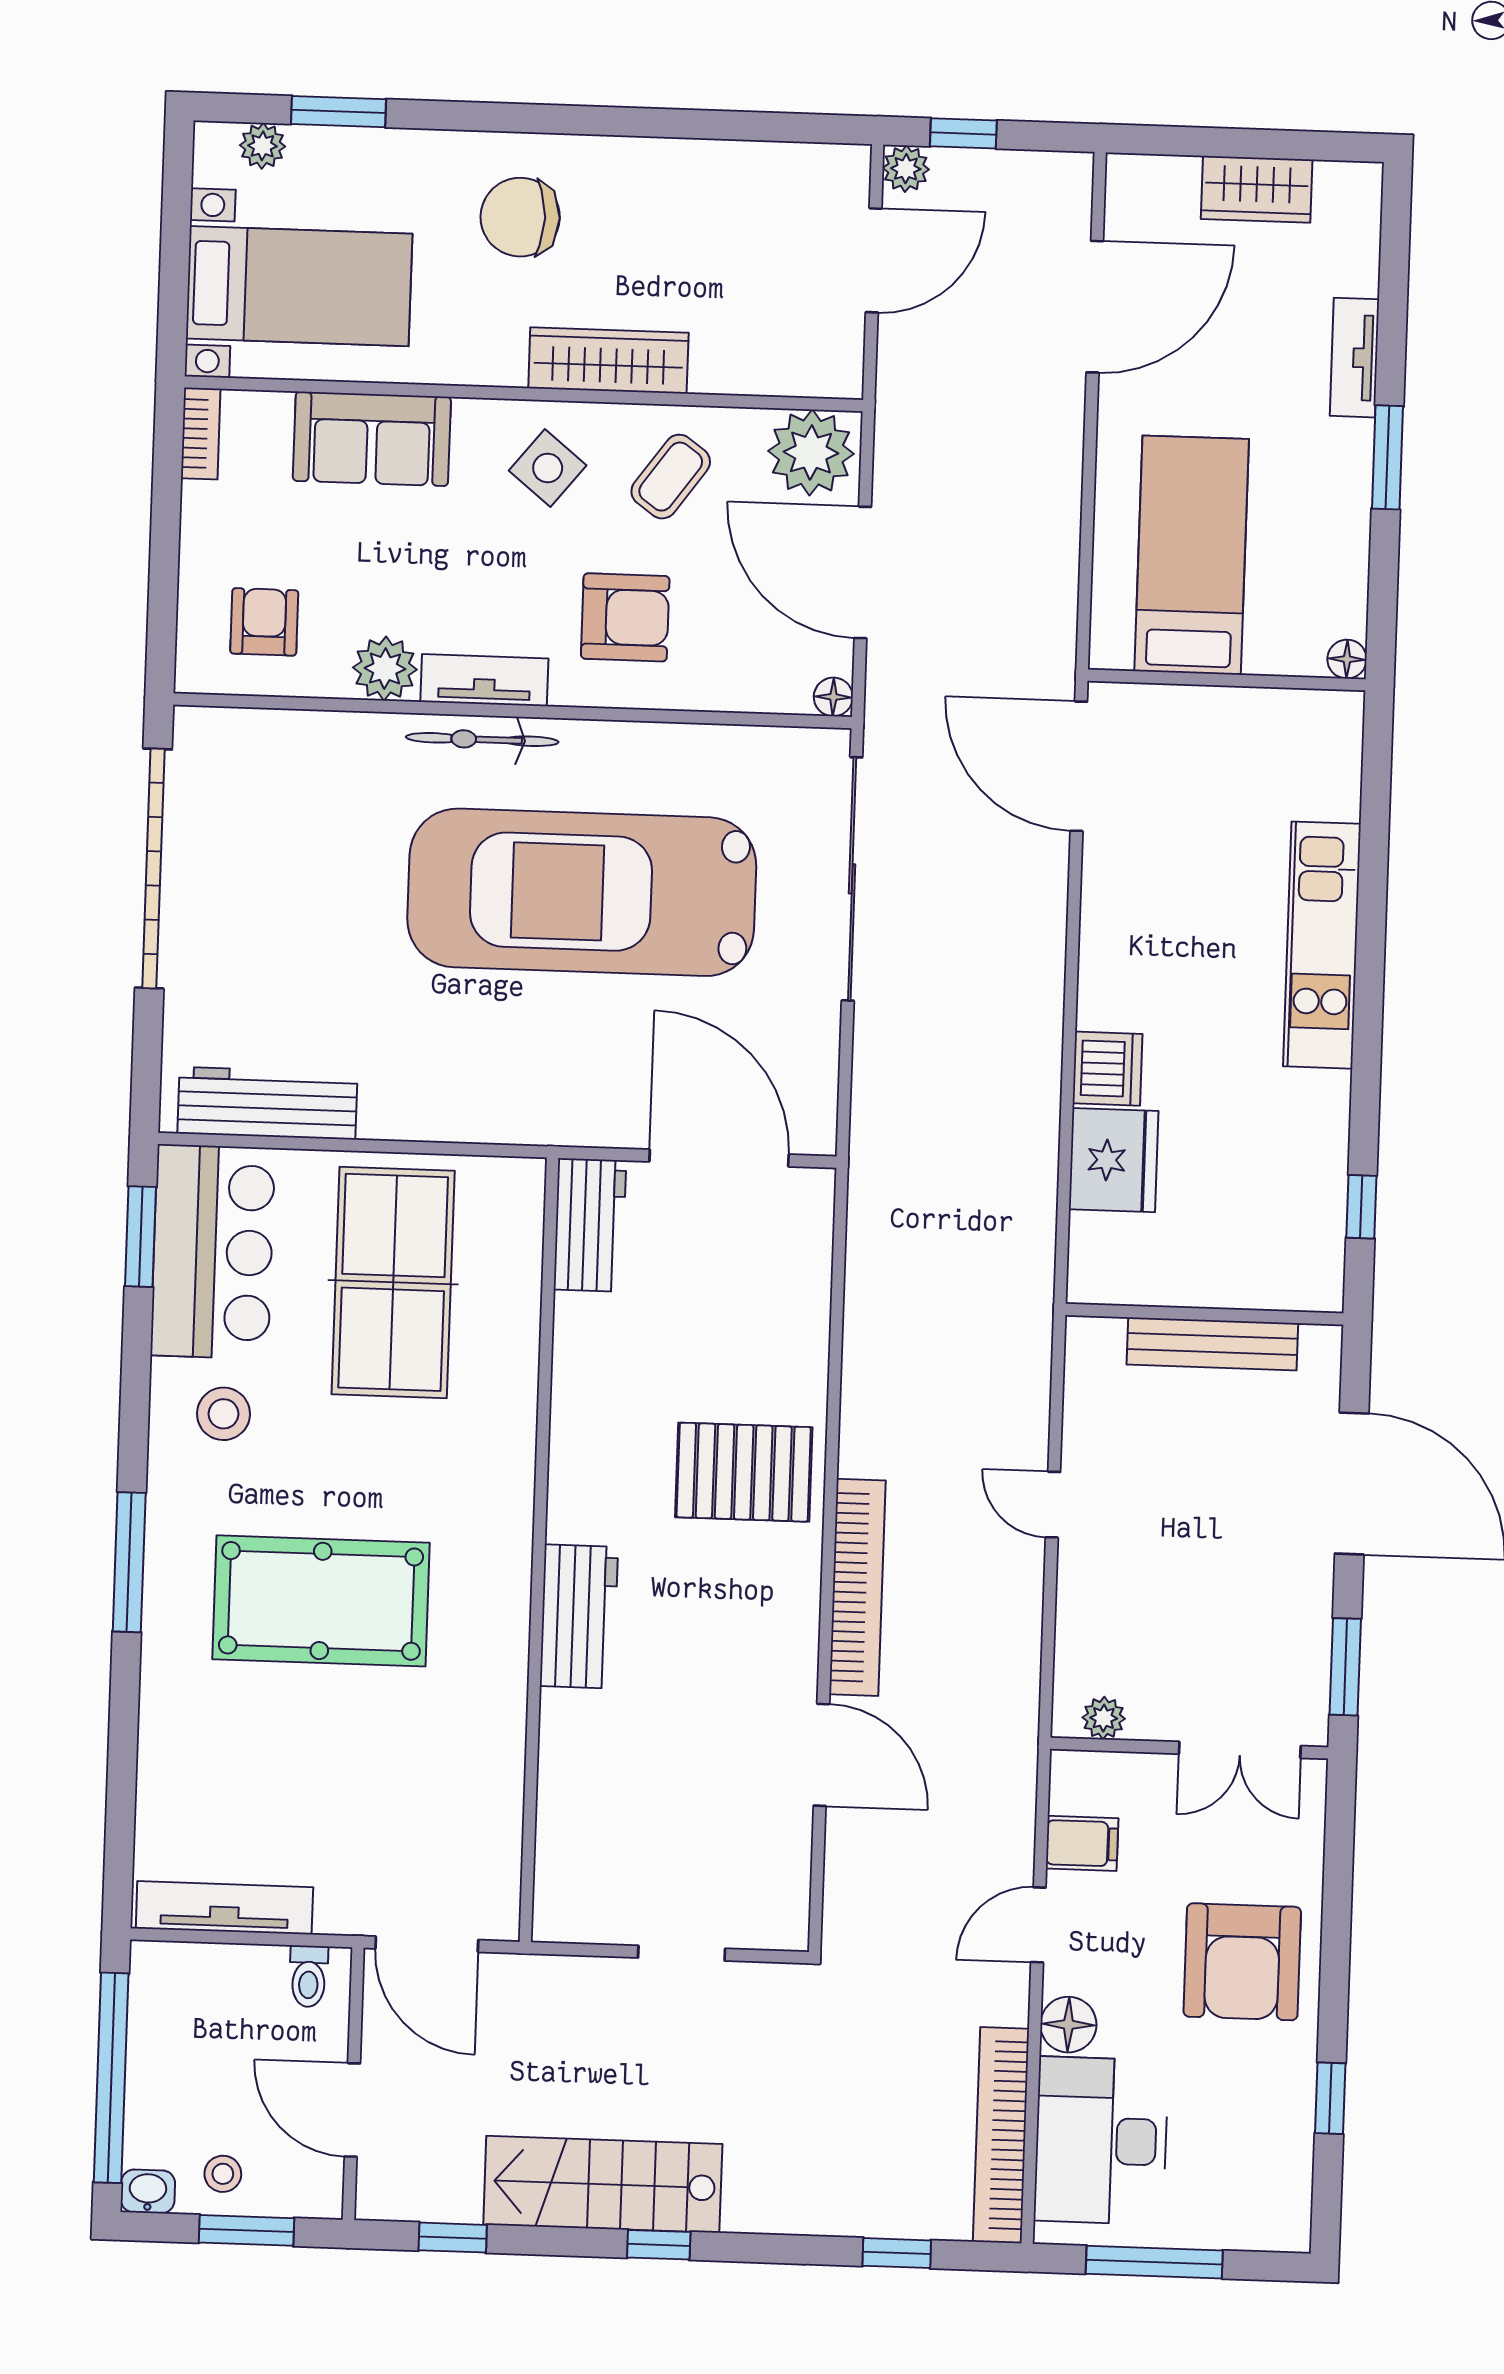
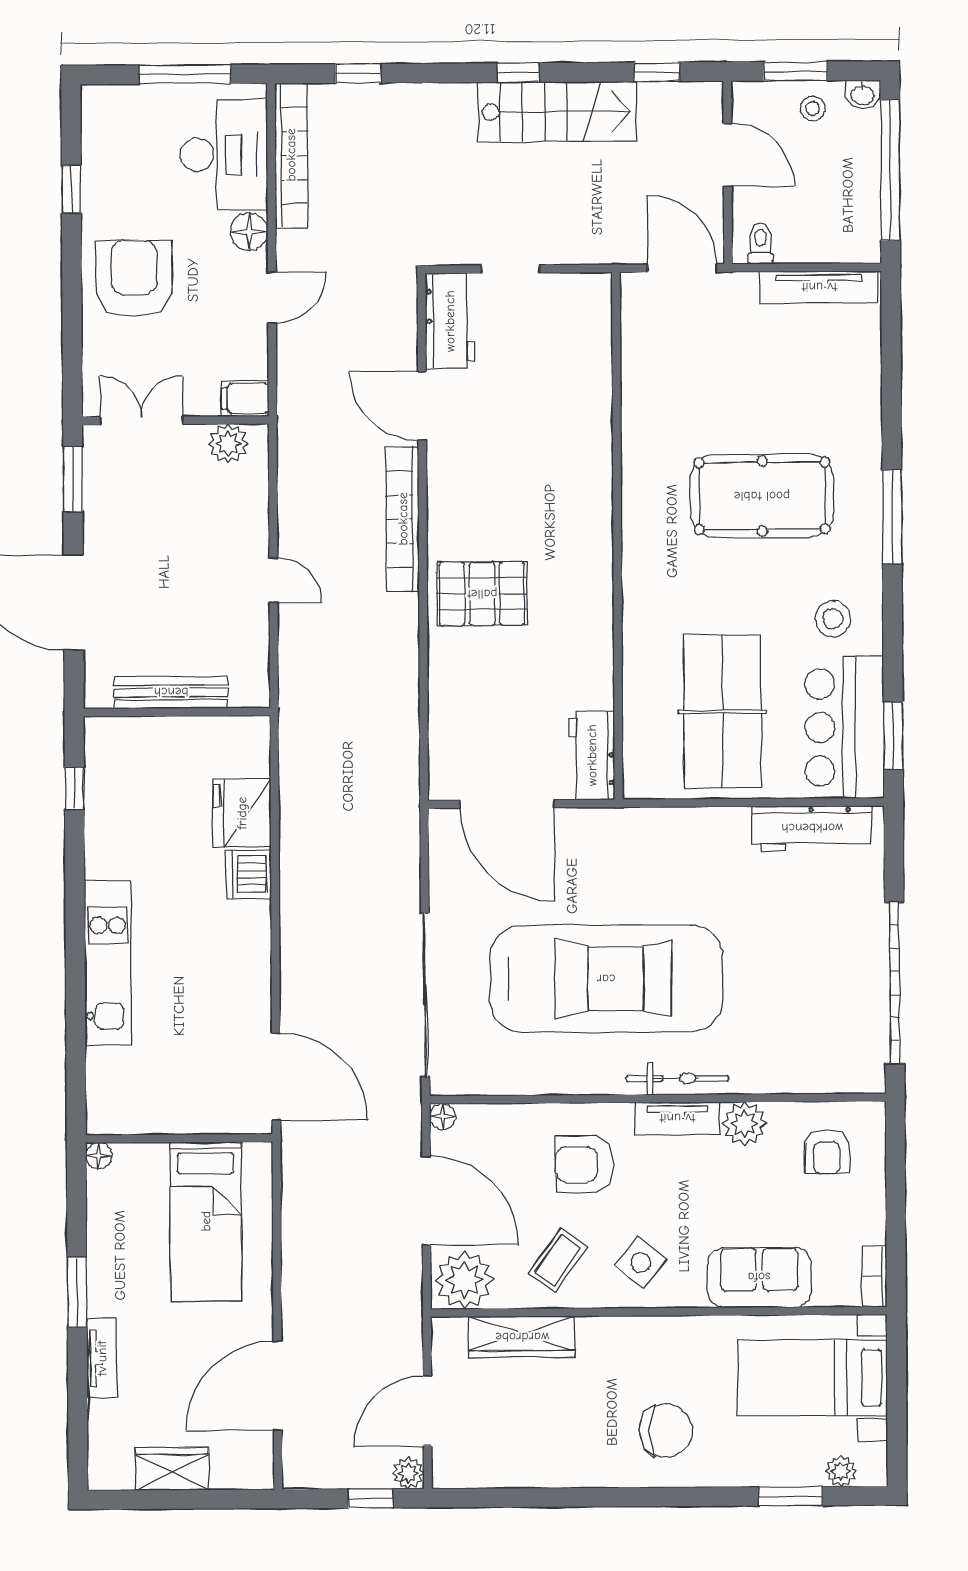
wardrobe: (608, 360) -> (522, 1337), moved
workbench: (579, 1616) -> (450, 321), moved, turned 180
plant: (1104, 1718) -> (228, 444), width x1.38, depth x1.38
filing cabinet: (1082, 1843) -> (245, 398), moved

